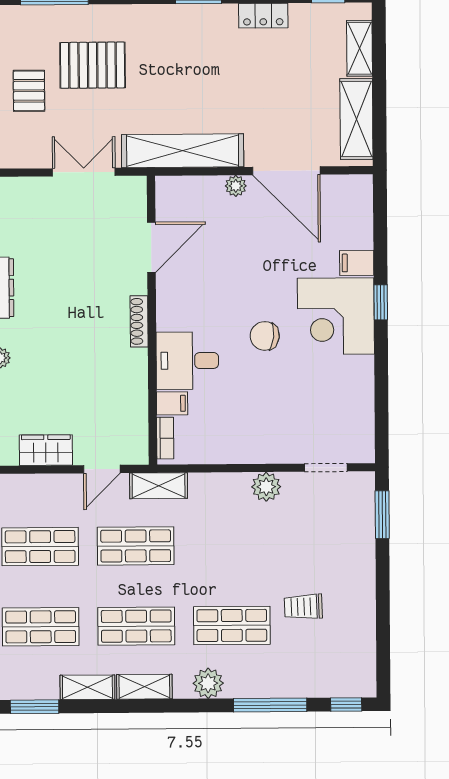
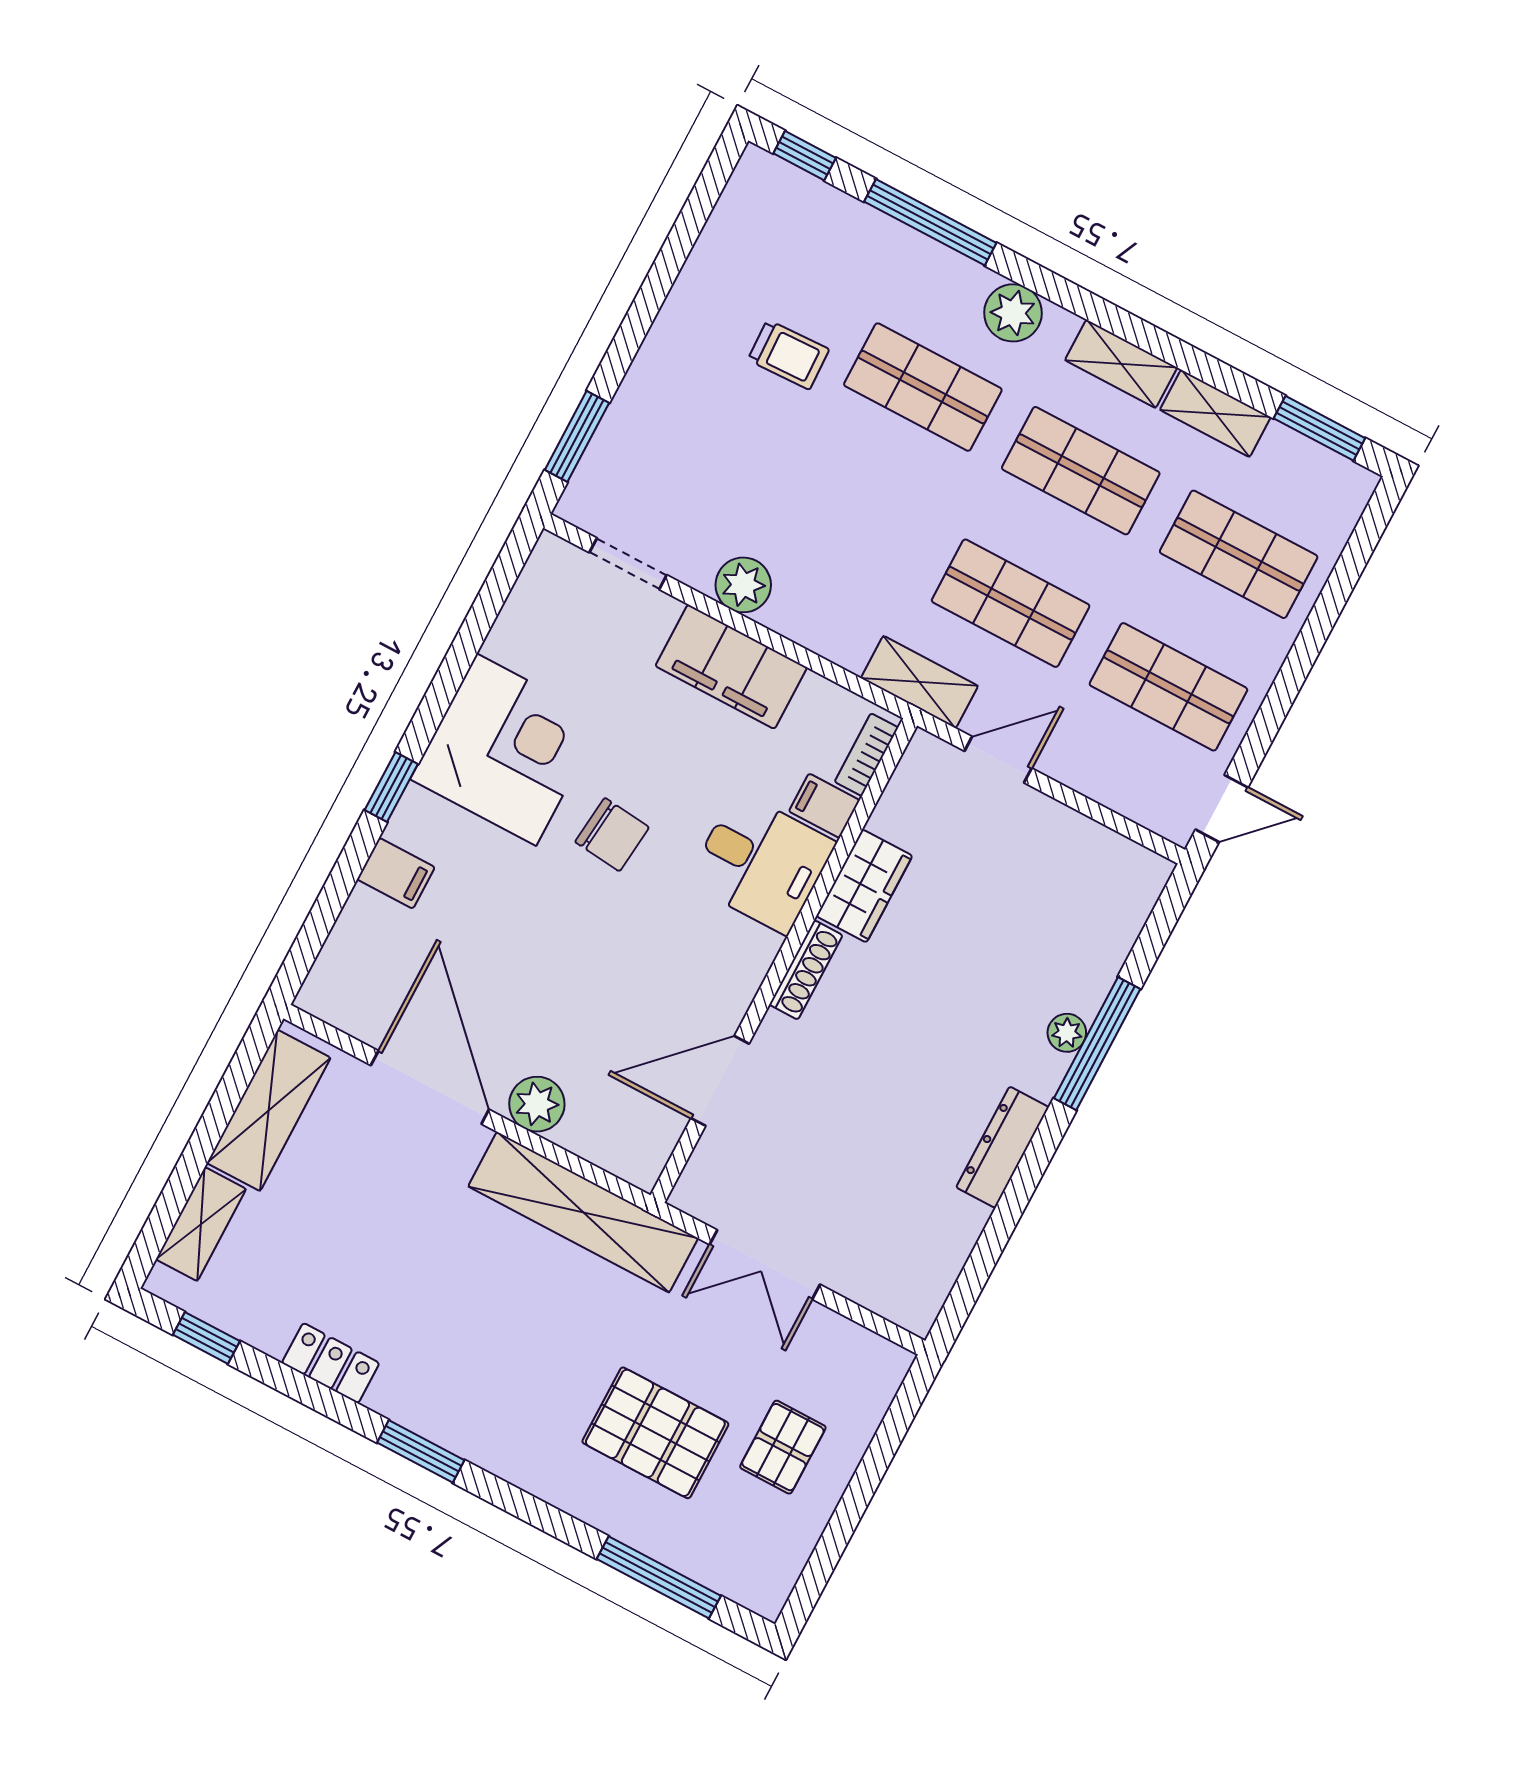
plant: (236, 186) -> (537, 1104), width x1.38, depth x1.38
corner desk: (336, 316) -> (506, 750), moved
filing cabinet: (251, 445) -> (731, 667), added
wardrobe: (46, 450) -> (864, 886), moved, turned -90

